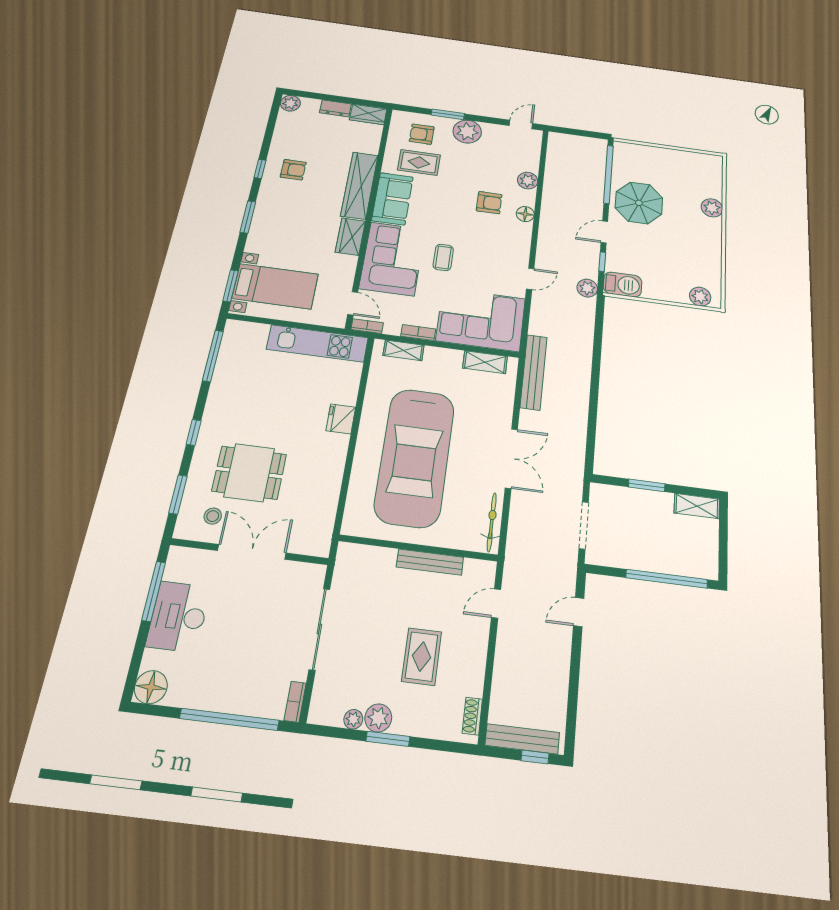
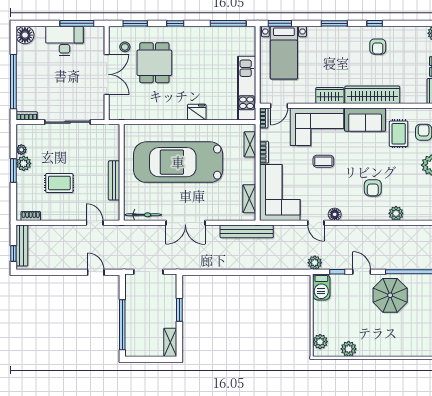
plant: (712, 208) -> (349, 349), moved
floor lamp: (525, 214) -> (335, 214), moved

